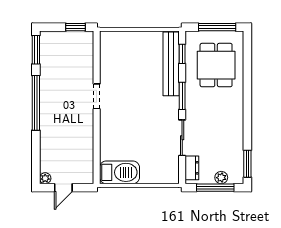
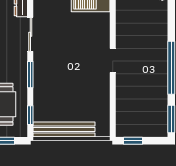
bench: (171, 64) -> (64, 130), moved, turned 90
doorway: (97, 96) -> (113, 60), moved

